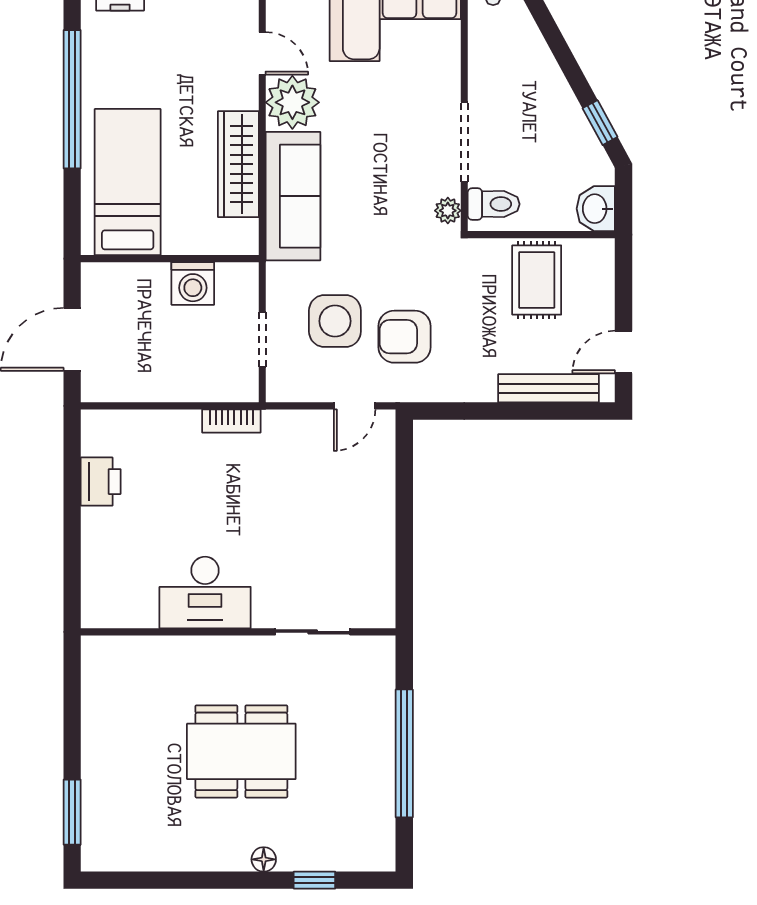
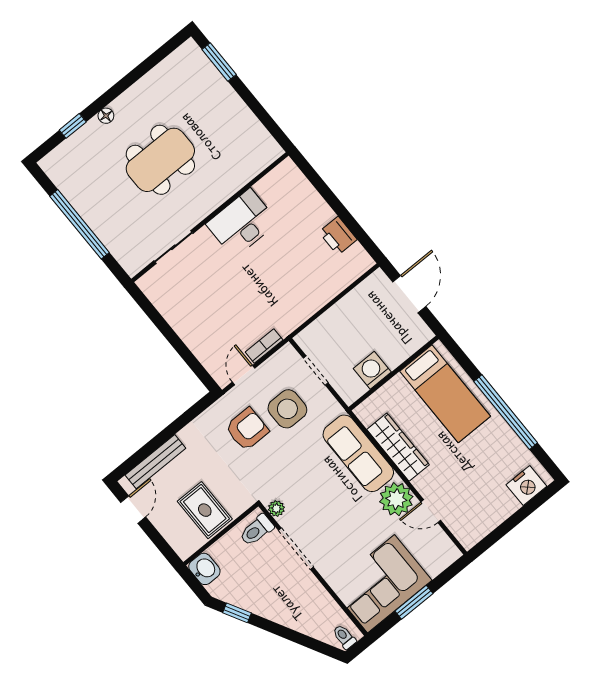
bookcase: (231, 421) -> (264, 346), moved

